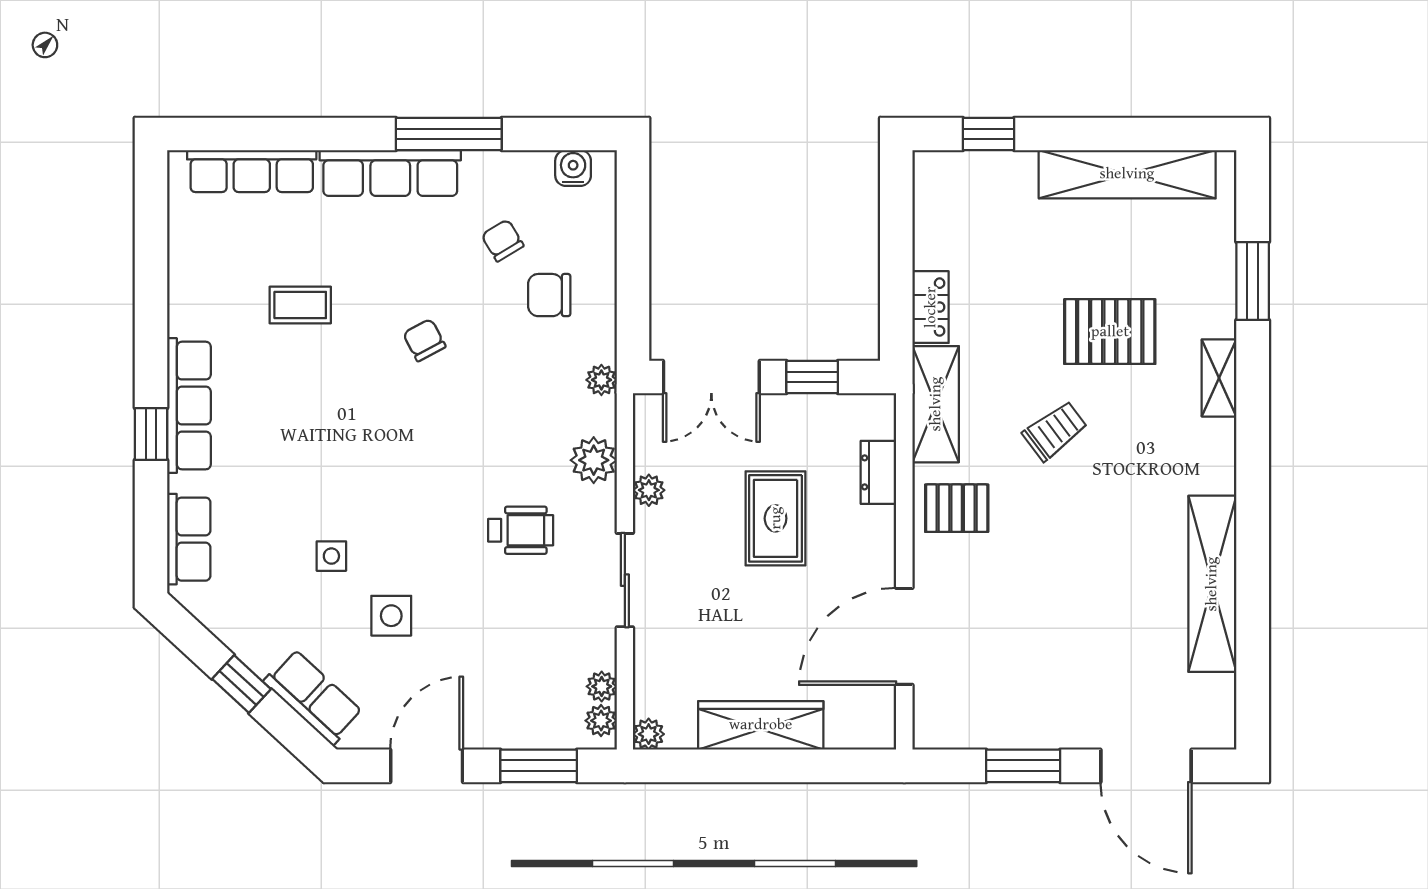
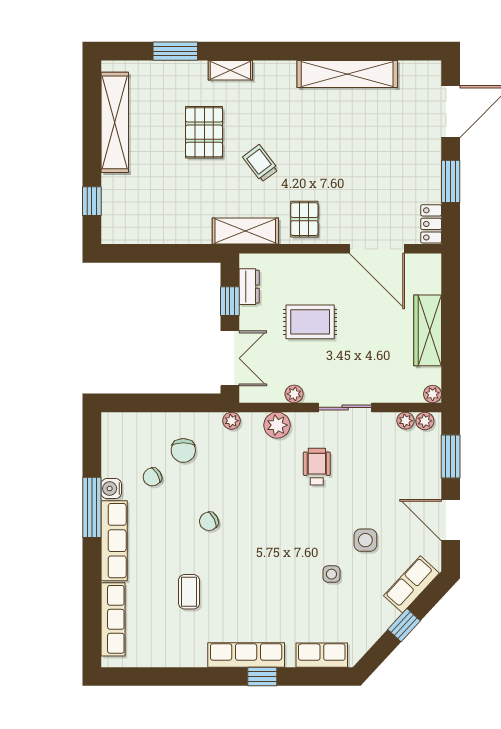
water cooler: (573, 168) -> (111, 489), moved
locker: (931, 307) -> (431, 224), moved, turned -90
dresser: (878, 472) -> (249, 287), moved, turned -90

